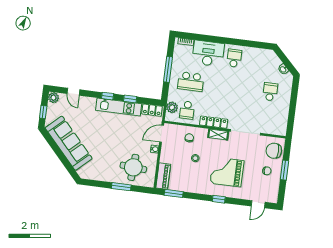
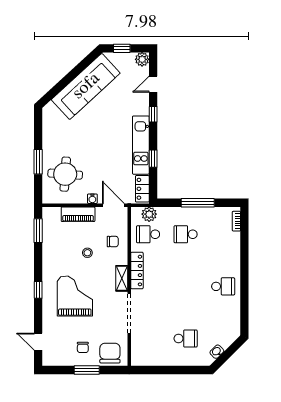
desk: (208, 53) -> (225, 252), removed
school desk: (191, 82) -> (186, 234), width x0.54
window: (108, 96) -> (153, 114), moved
piano: (163, 176) -> (78, 214), moved

